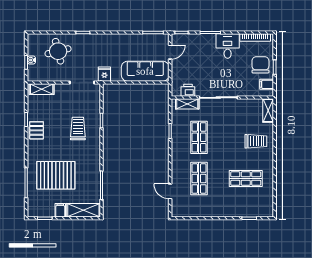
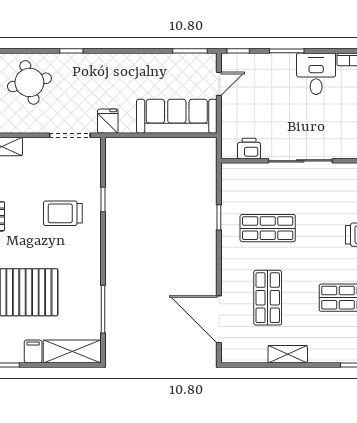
shelving: (187, 104) -> (288, 354), moved
trolley: (78, 129) -> (63, 213), turned -90
shop shelf: (199, 137) -> (268, 228), turned 90
door: (170, 191) -> (219, 319), width x1.88

